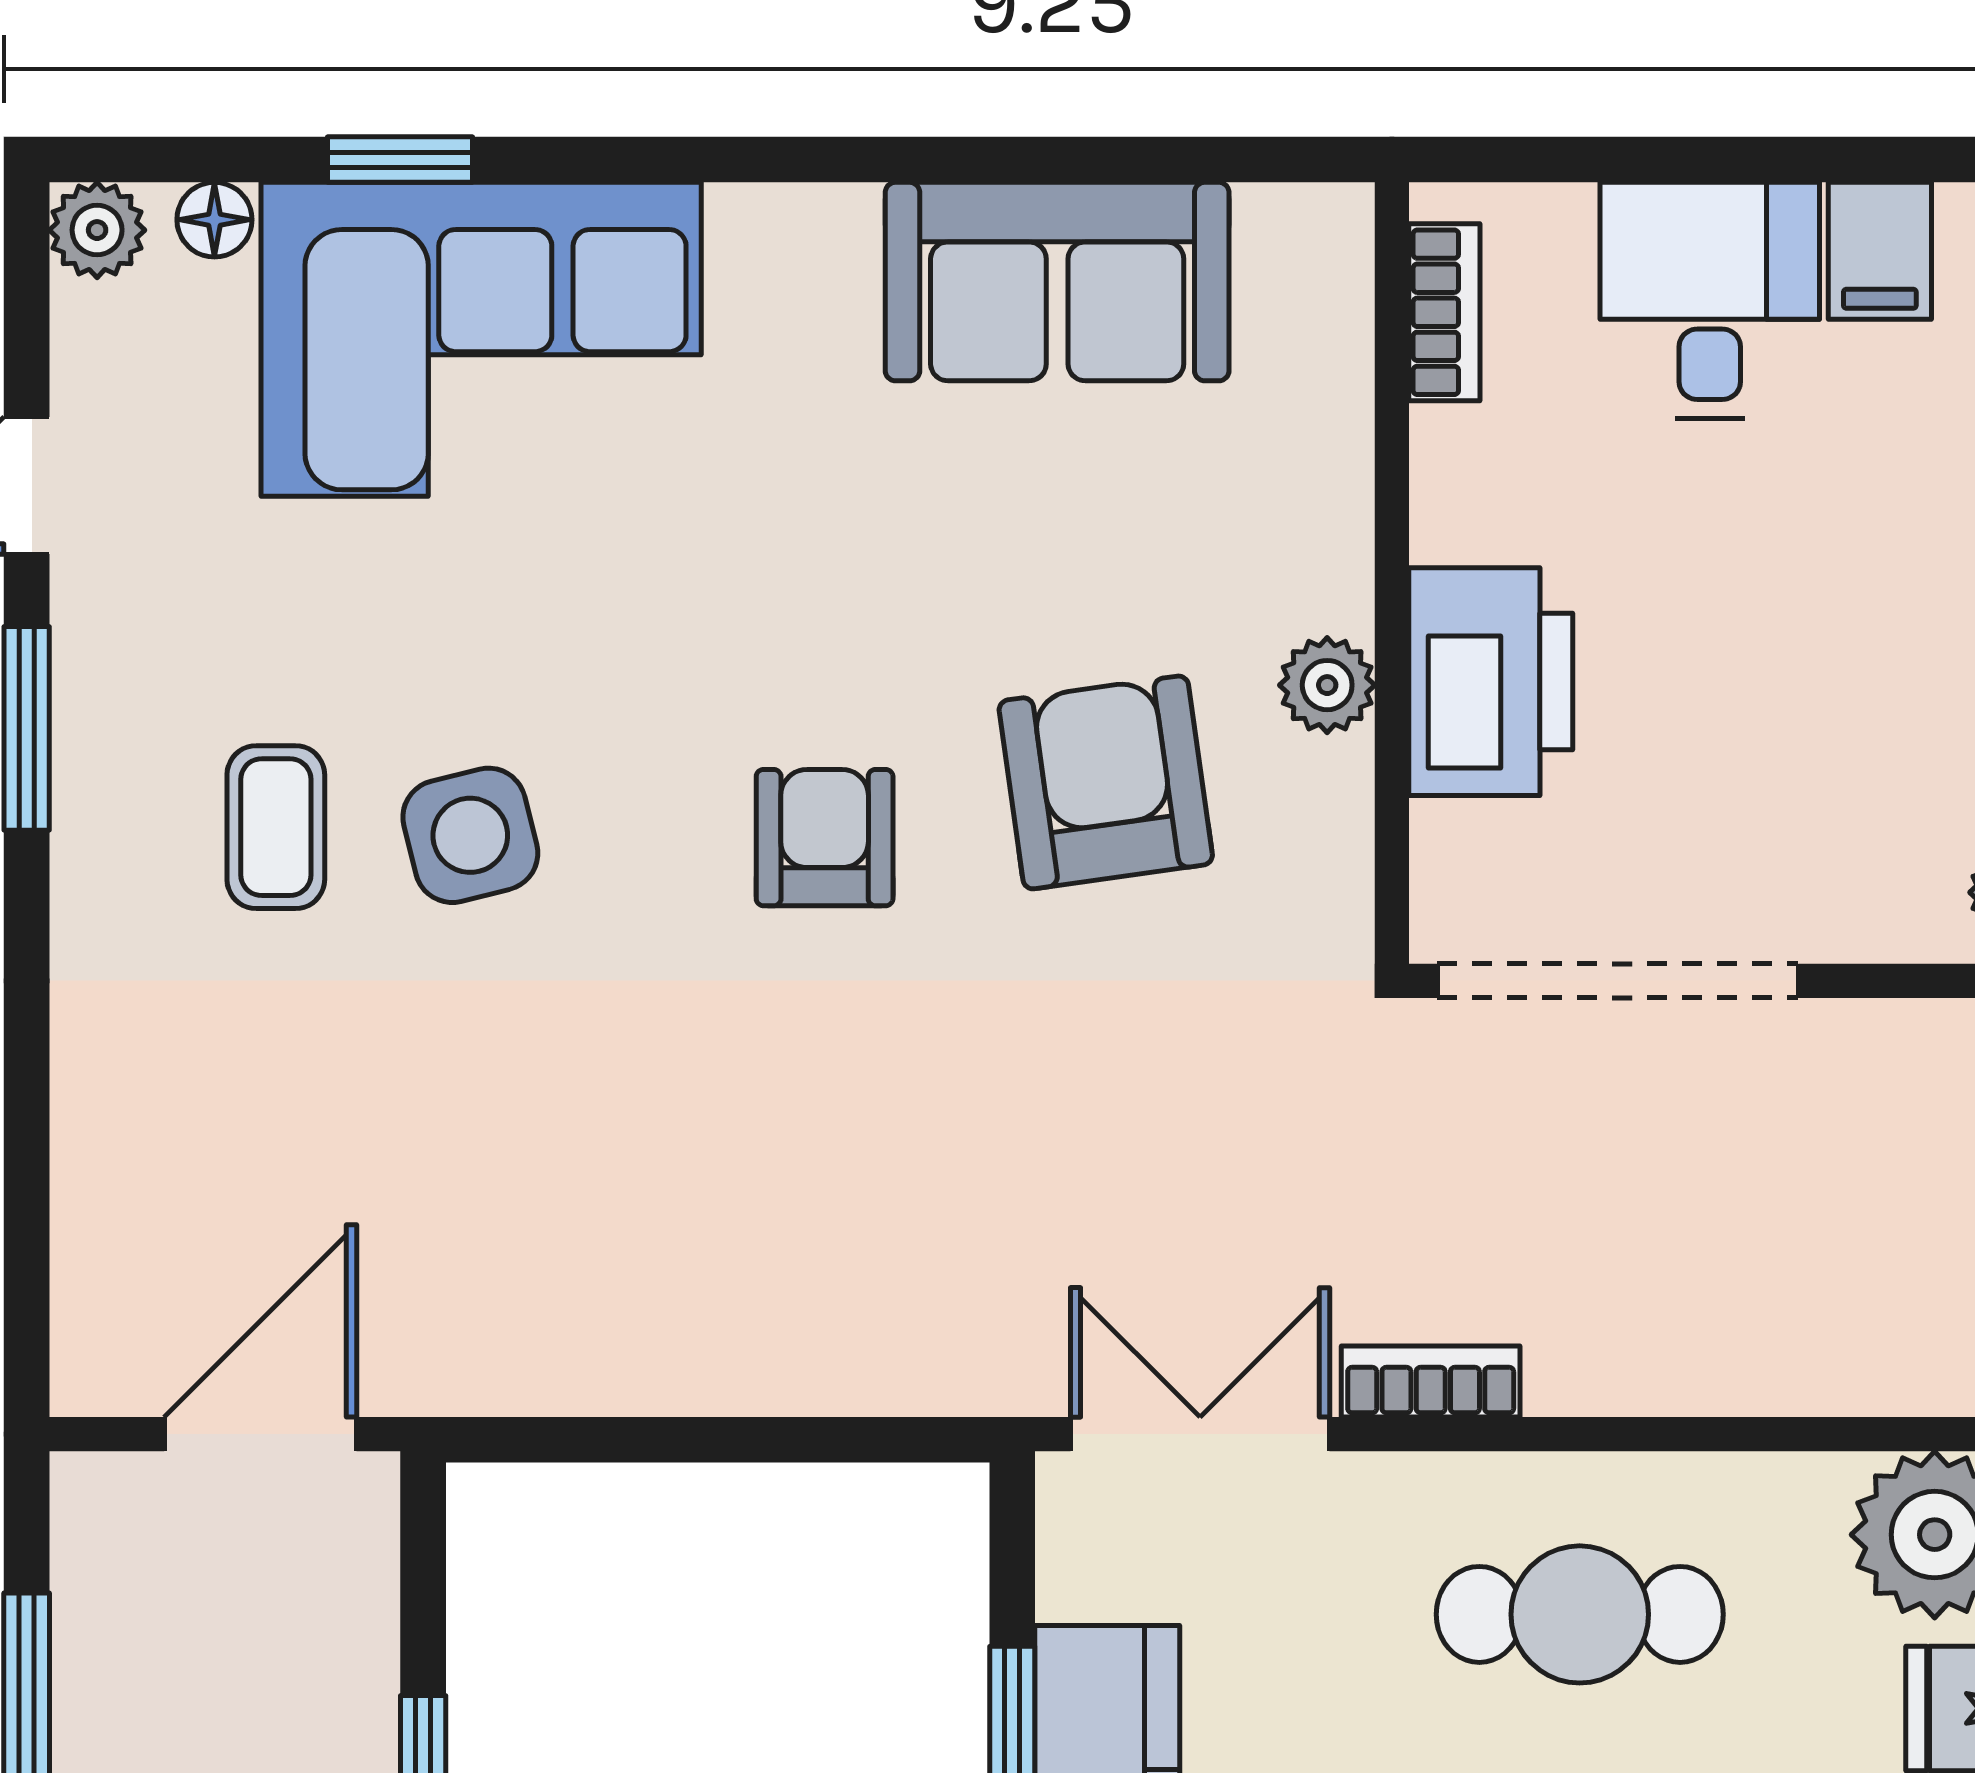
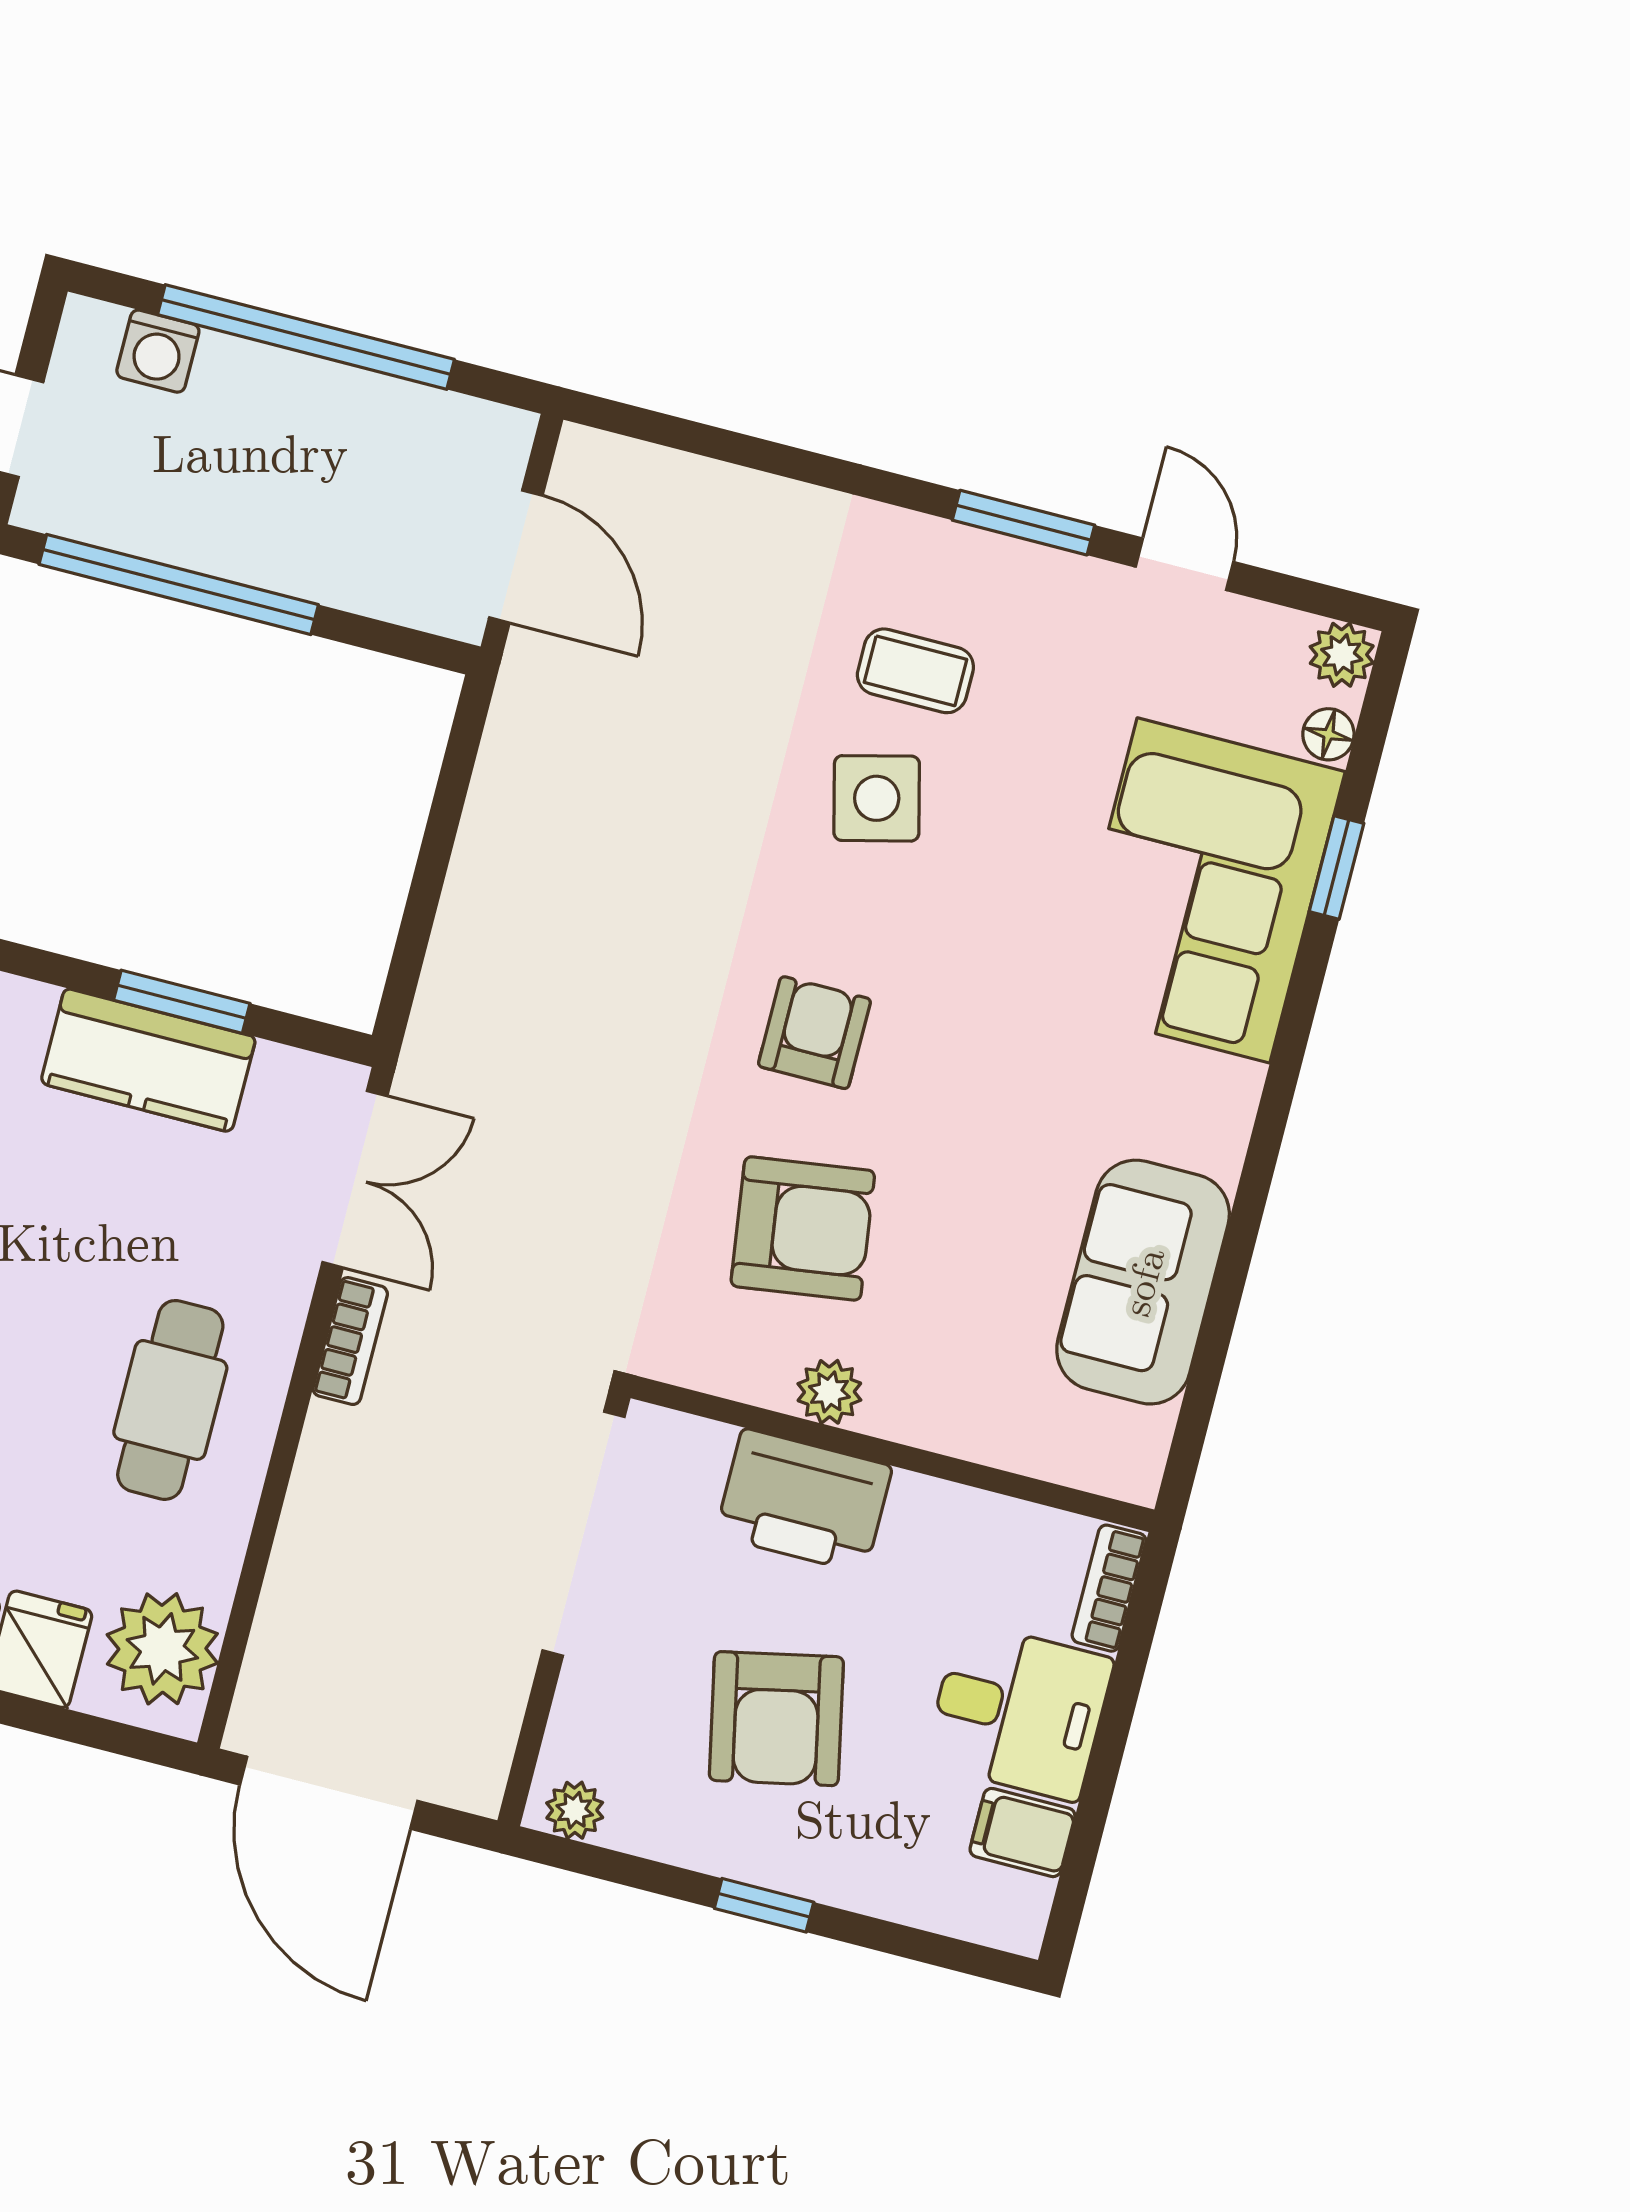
bookcase: (1444, 312) -> (1109, 1588), moved, turned 90
armchair: (1809, 641) -> (776, 1719), added
armchair: (825, 838) -> (814, 1033), turned -90

